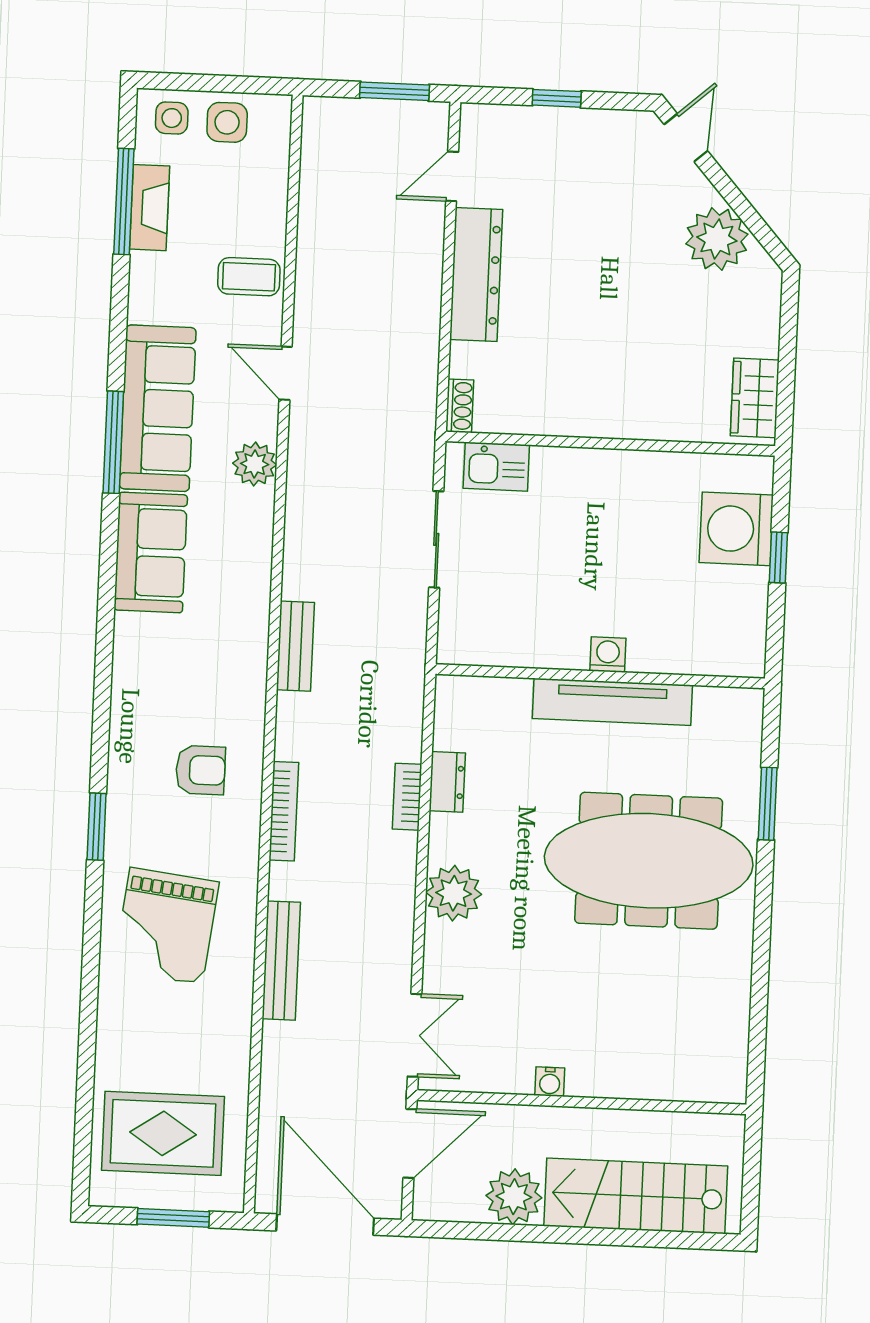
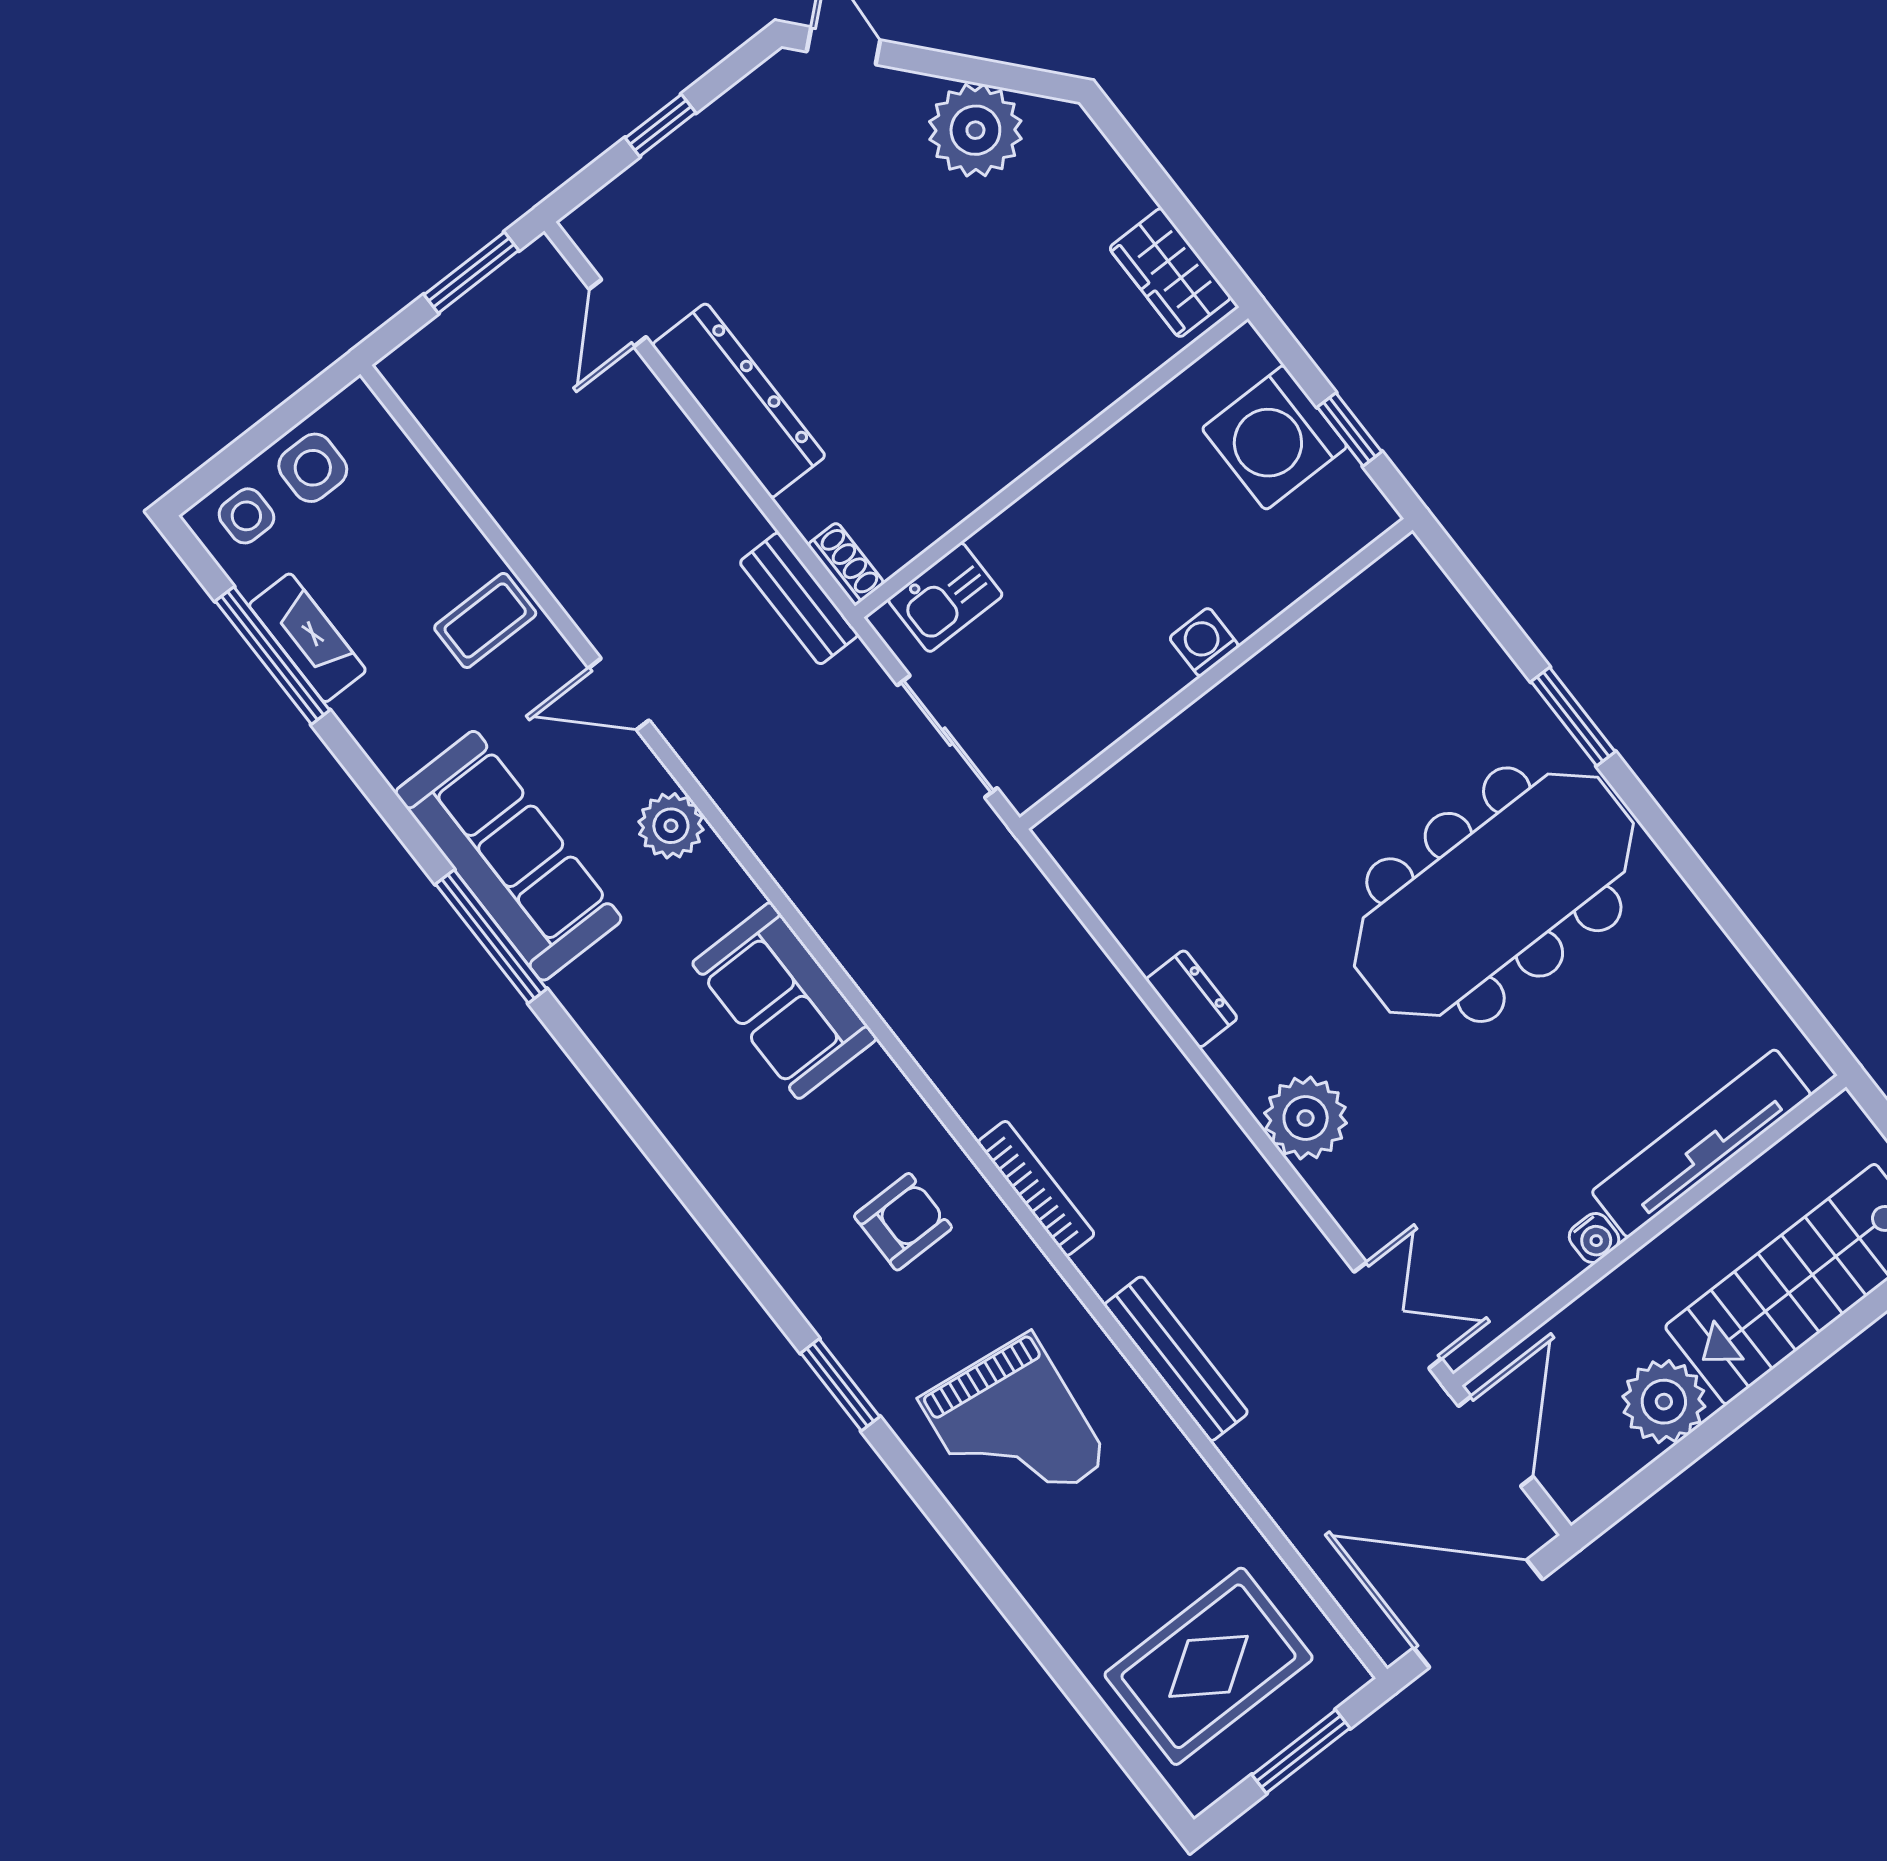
sofa: (151, 552) -> (784, 1001), moved, turned 180
bench: (295, 646) -> (799, 598), moved
washing machine: (608, 655) -> (1204, 642), moved
wall: (600, 676) -> (1216, 674), moved
tv unit: (612, 702) -> (1701, 1143), moved, turned 180
bookcase: (407, 797) -> (1161, 1054), removed

